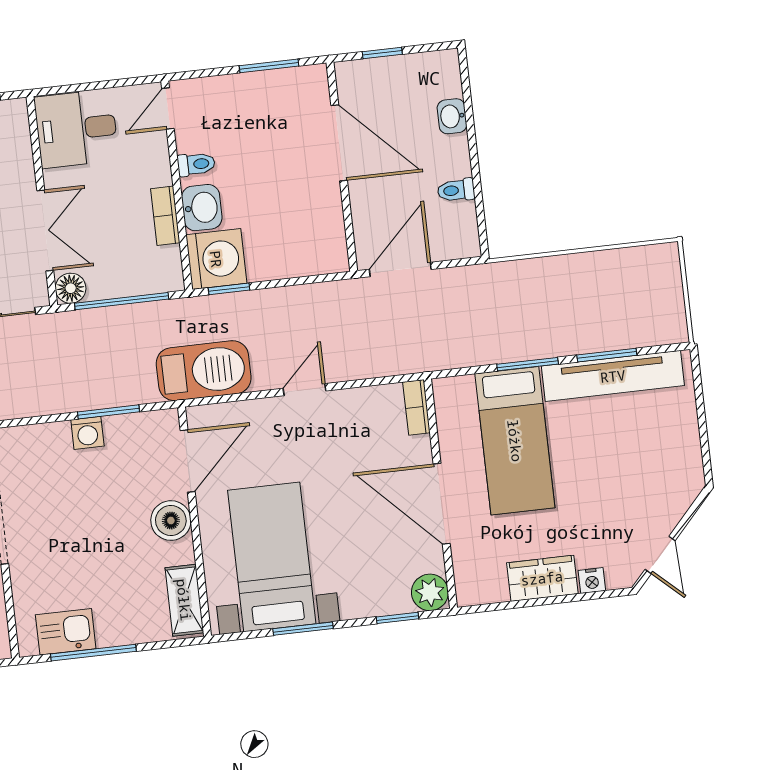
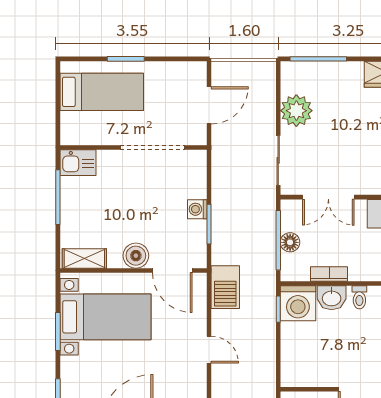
floor lamp: (71, 288) -> (290, 242), moved
barbecue: (204, 371) -> (225, 287), width x0.73, depth x0.83
kitchen sink: (66, 632) -> (78, 163), moved, turned 90

